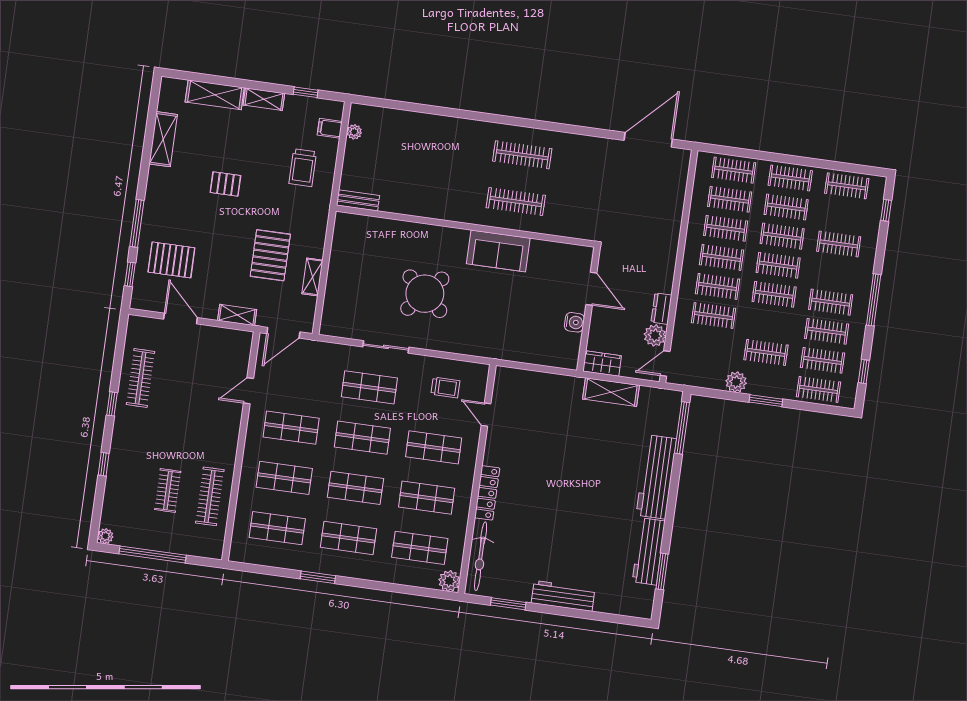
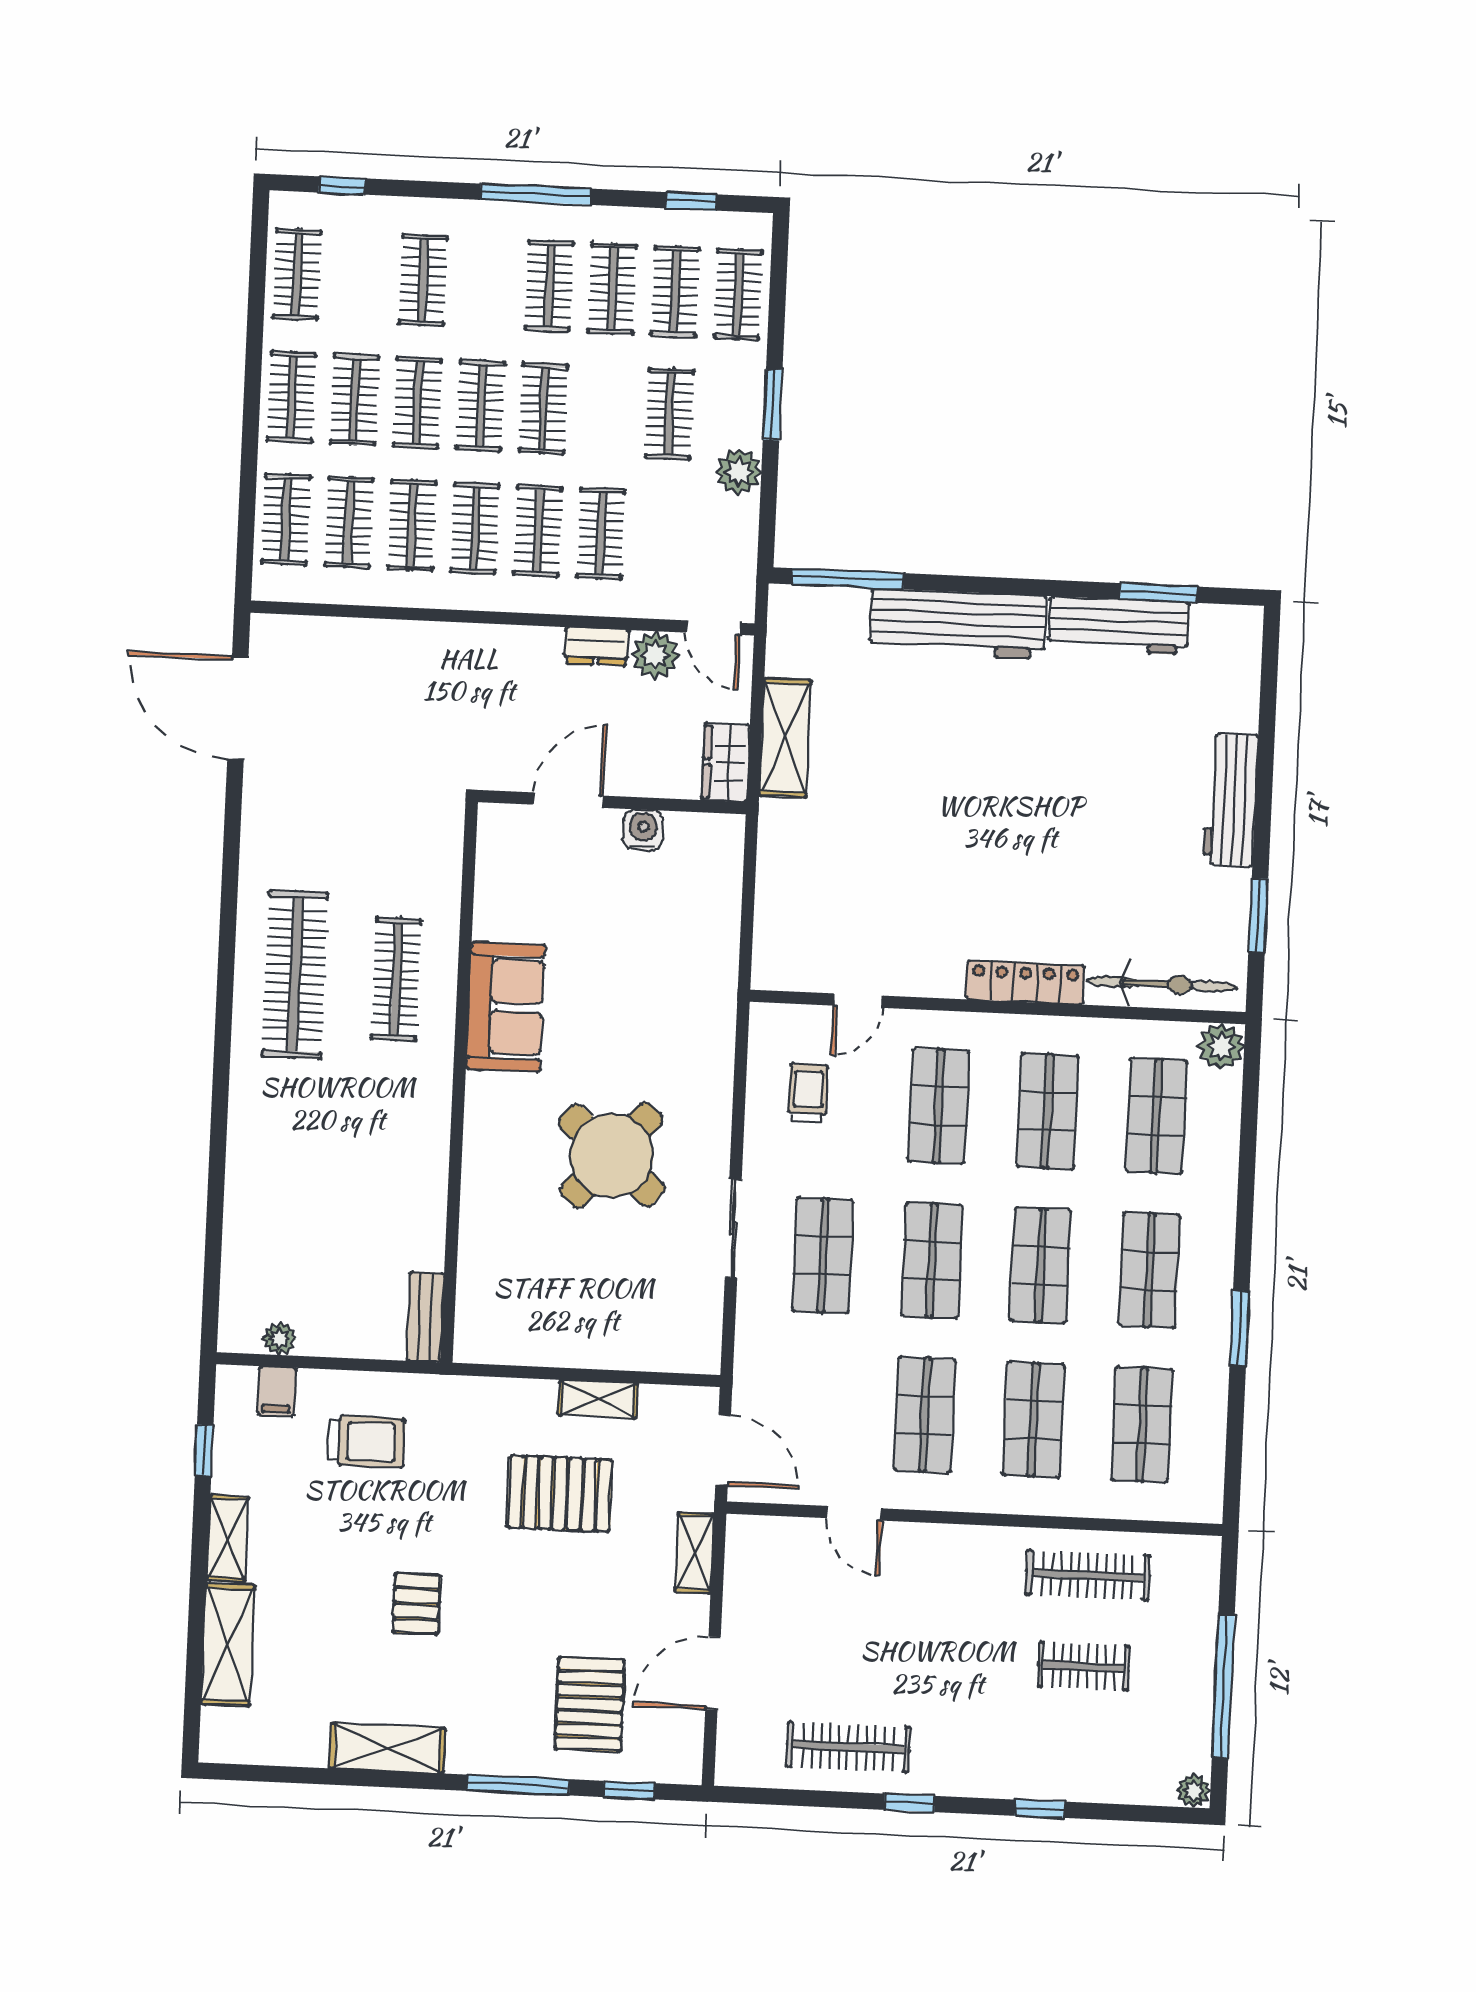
shelving: (163, 139) -> (387, 1748), moved
clothes rail: (522, 155) -> (295, 975), width x1.37, depth x1.31

